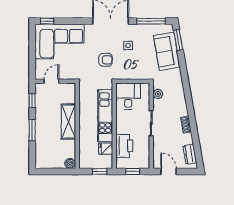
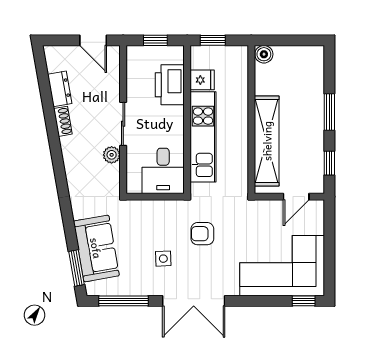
plant: (158, 94) -> (112, 155), moved
shelving: (68, 122) -> (267, 141), width x1.47
dresser: (190, 154) -> (60, 89), moved

